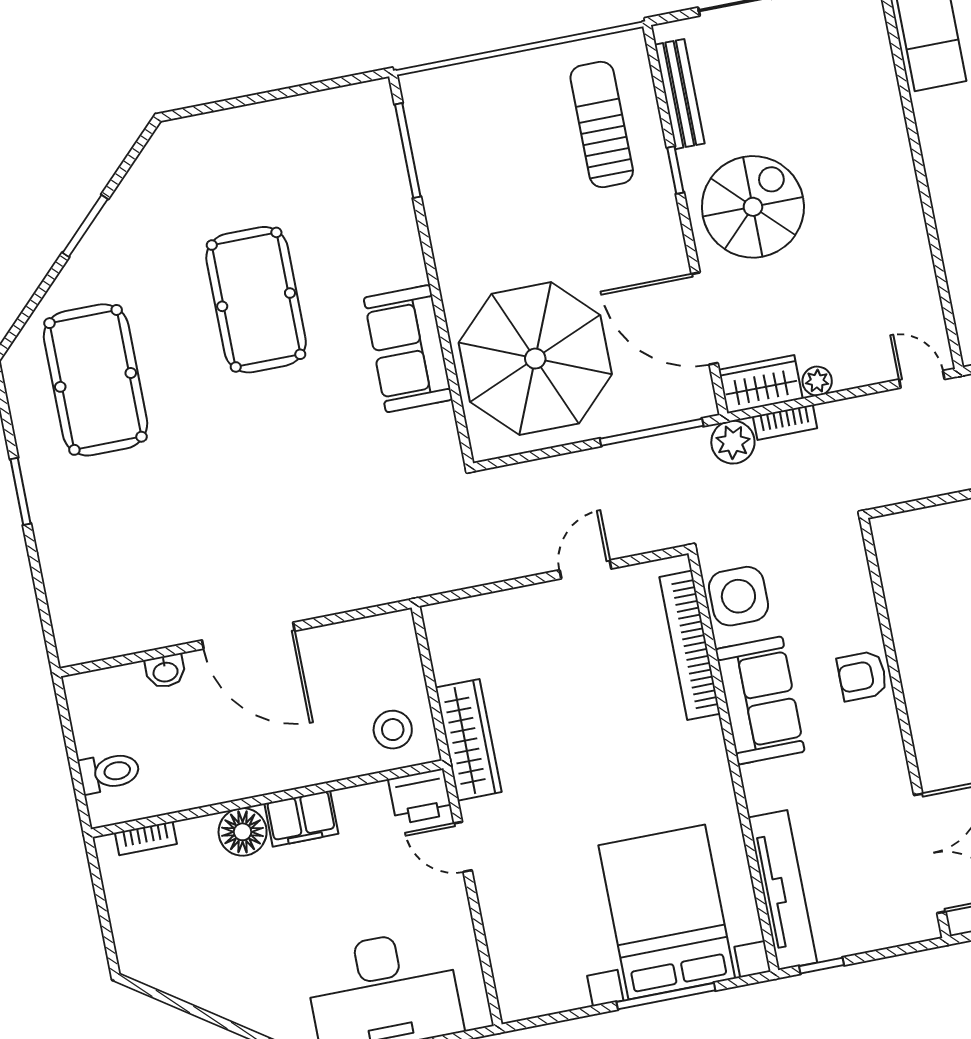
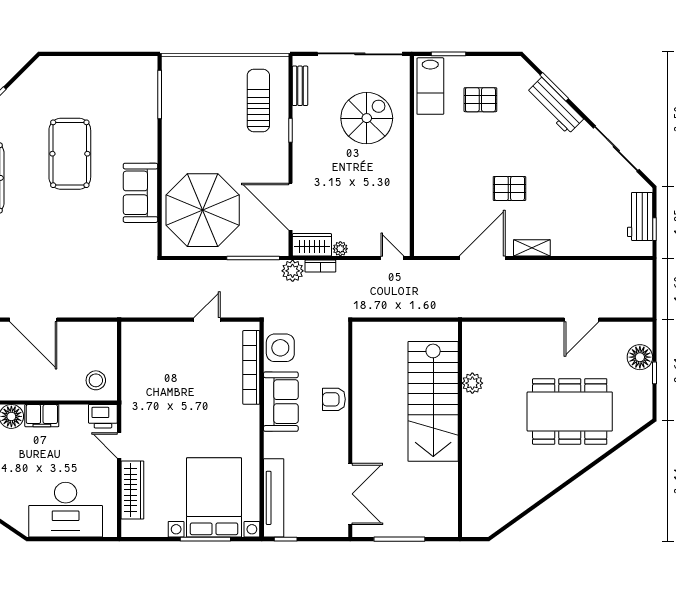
bench: (680, 94) -> (300, 86), width x0.73
spiral stairs: (753, 207) -> (367, 118), moved
wardrobe: (468, 740) -> (132, 490), moved

